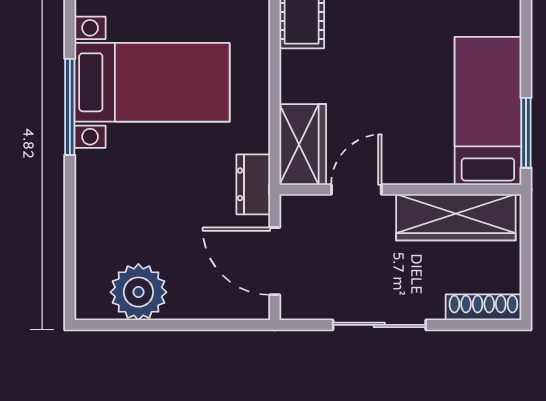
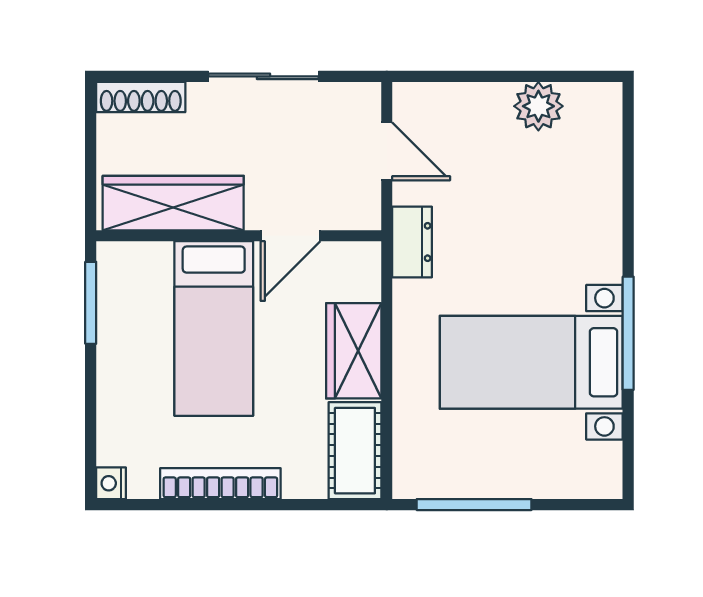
bed: (488, 111) -> (214, 329), moved
wardrobe: (303, 145) -> (354, 351), moved
door: (275, 261) -> (387, 151), width x0.73
plant: (138, 292) -> (538, 106), width x0.73, depth x0.73

